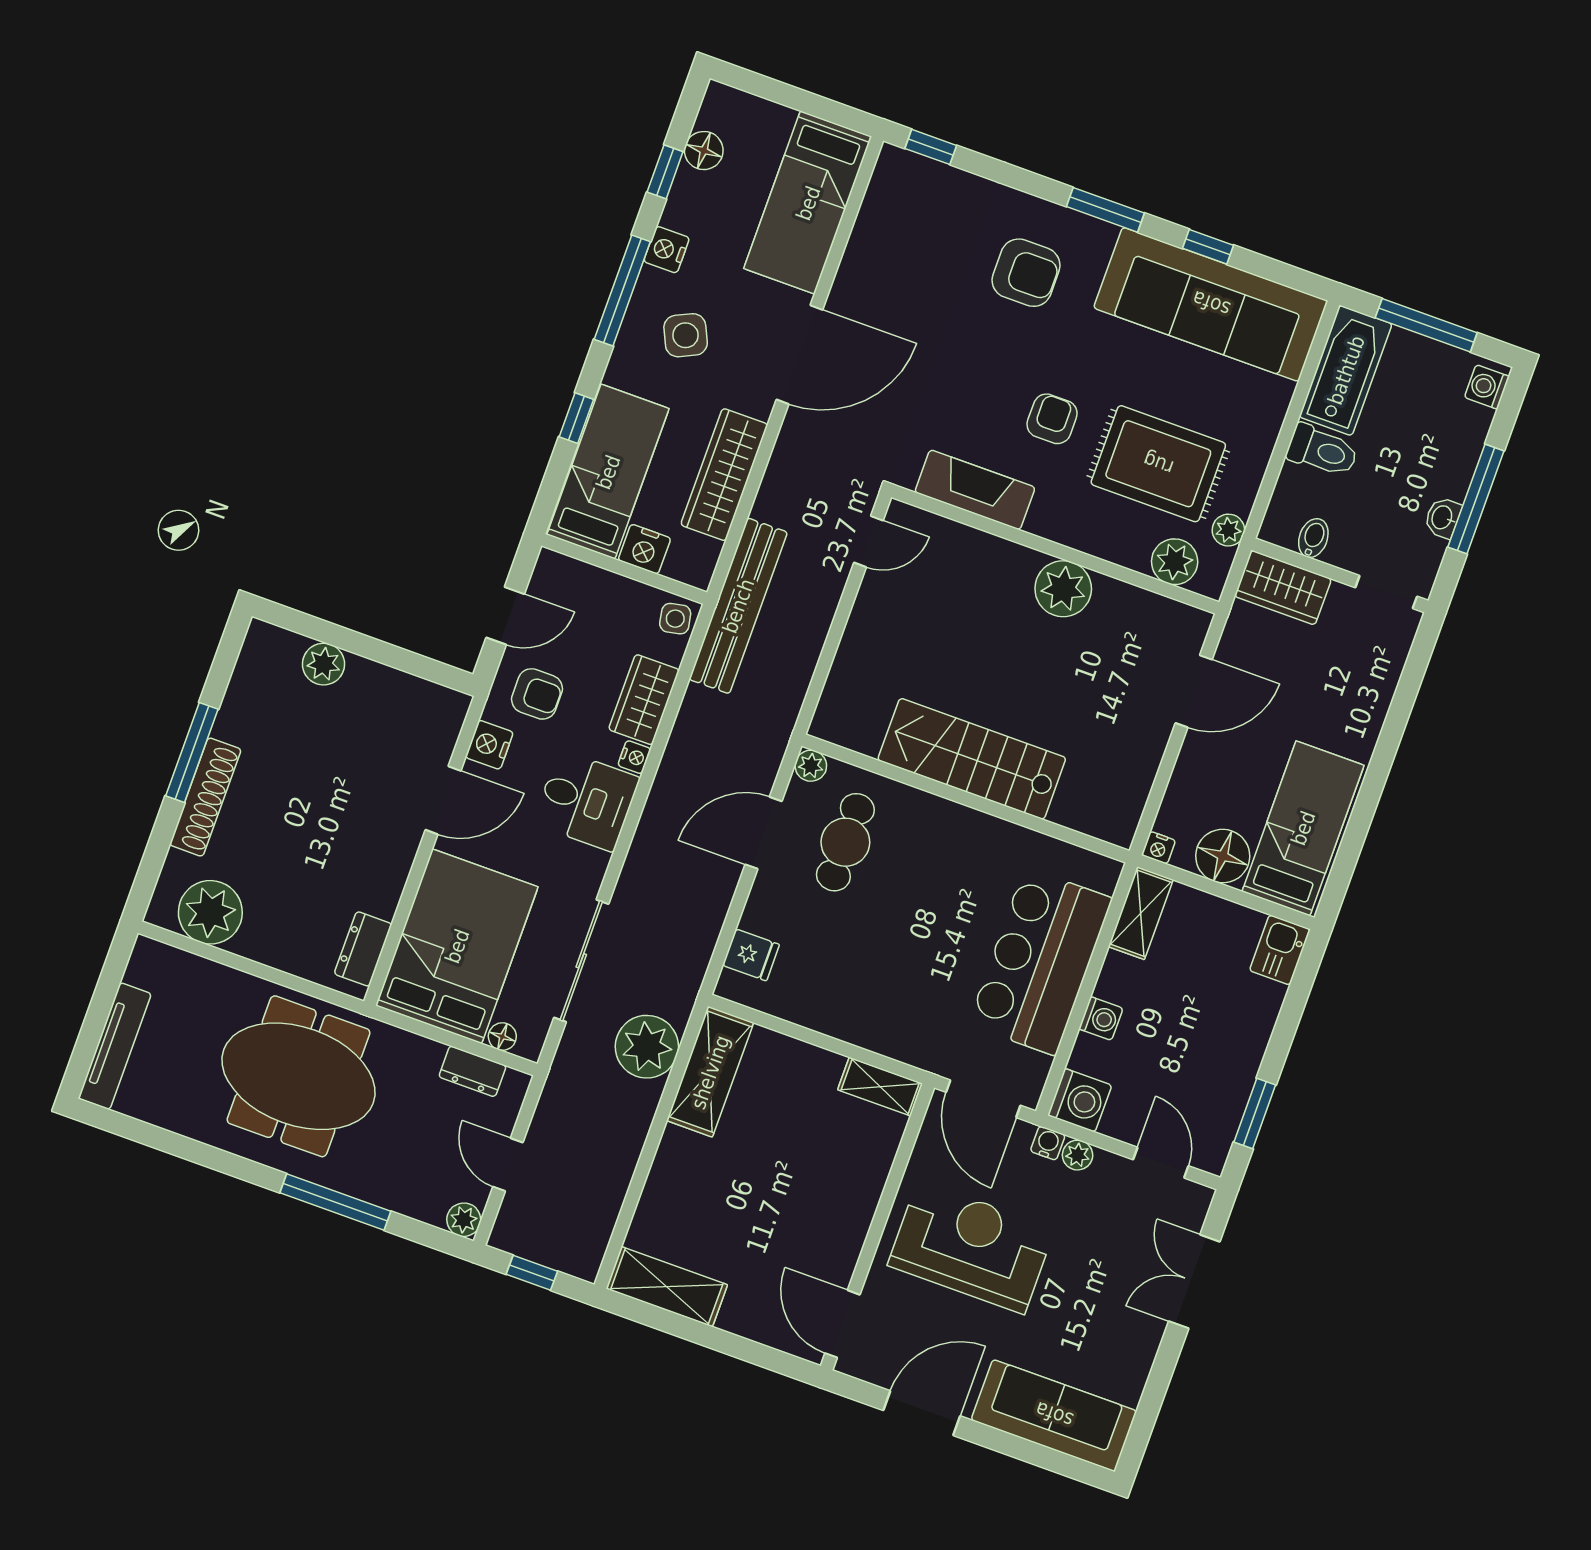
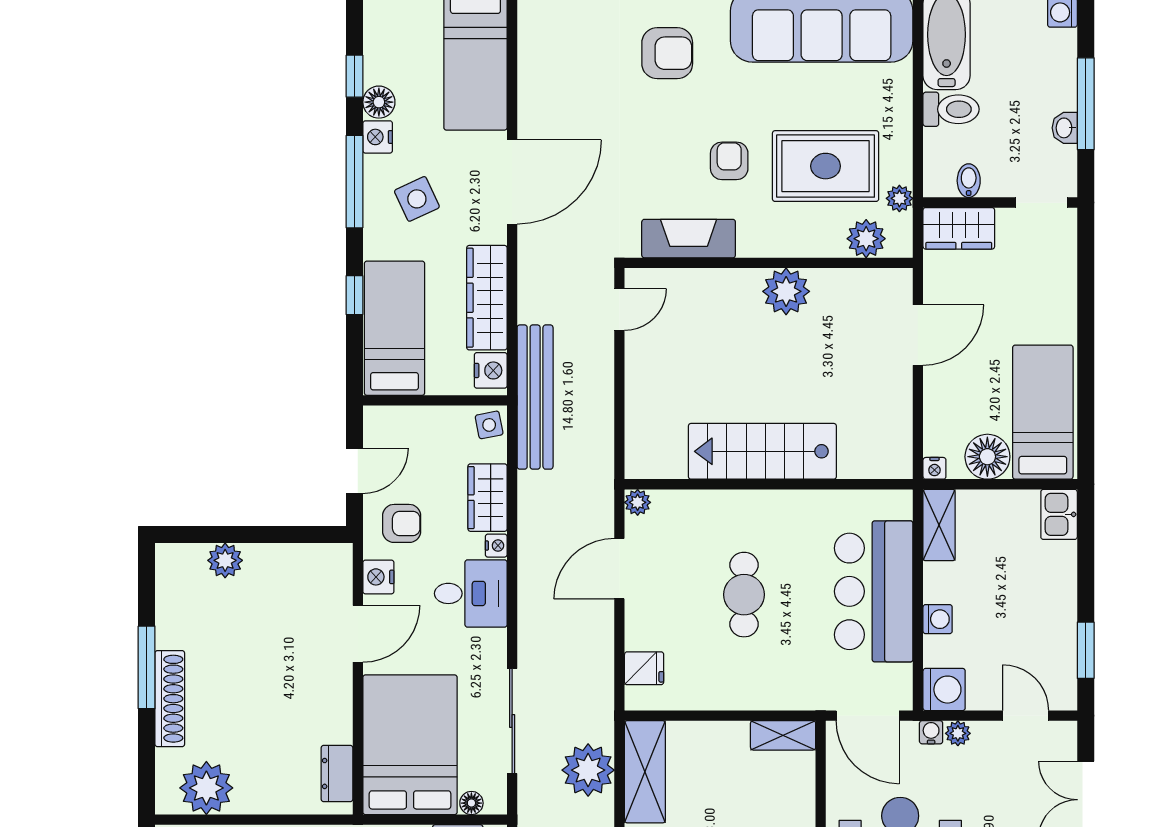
floor lamp: (704, 151) -> (379, 102), moved
nightstand: (644, 549) -> (491, 370), moved, turned -90
cafe table: (845, 842) -> (744, 595), moved

